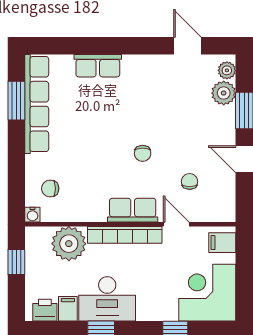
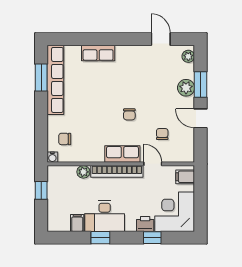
plant: (224, 93) -> (186, 88), moved
plant: (69, 244) -> (83, 172), width x0.53, depth x0.53
printer: (45, 310) -> (145, 224), moved

